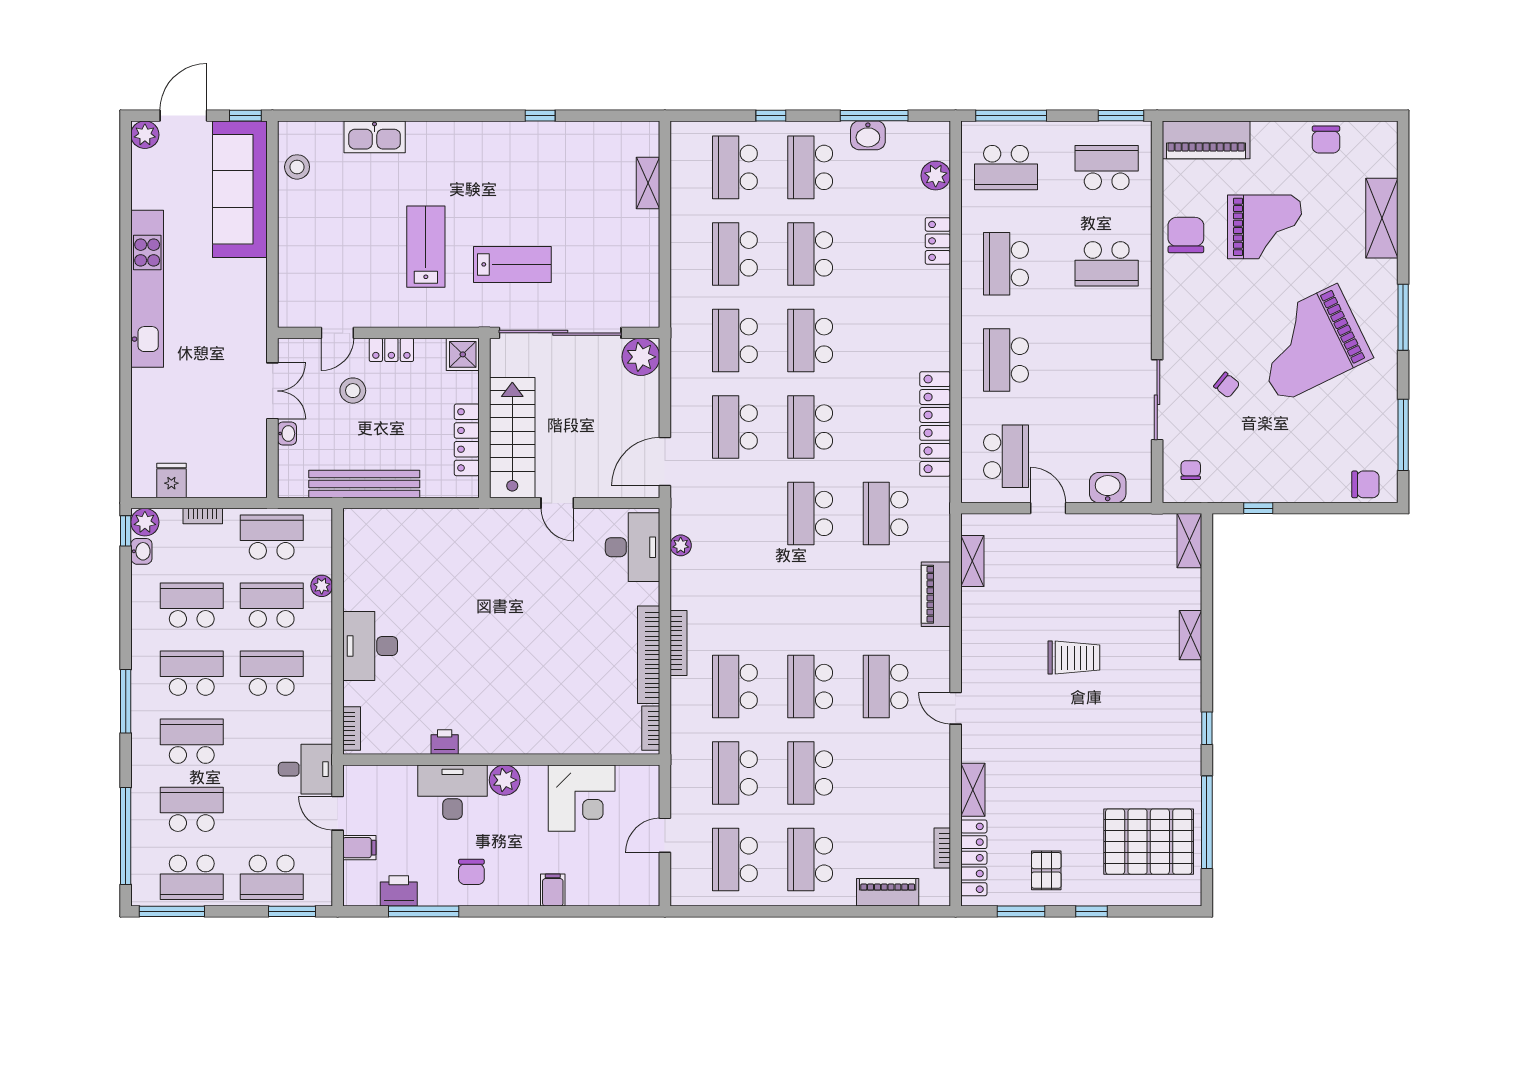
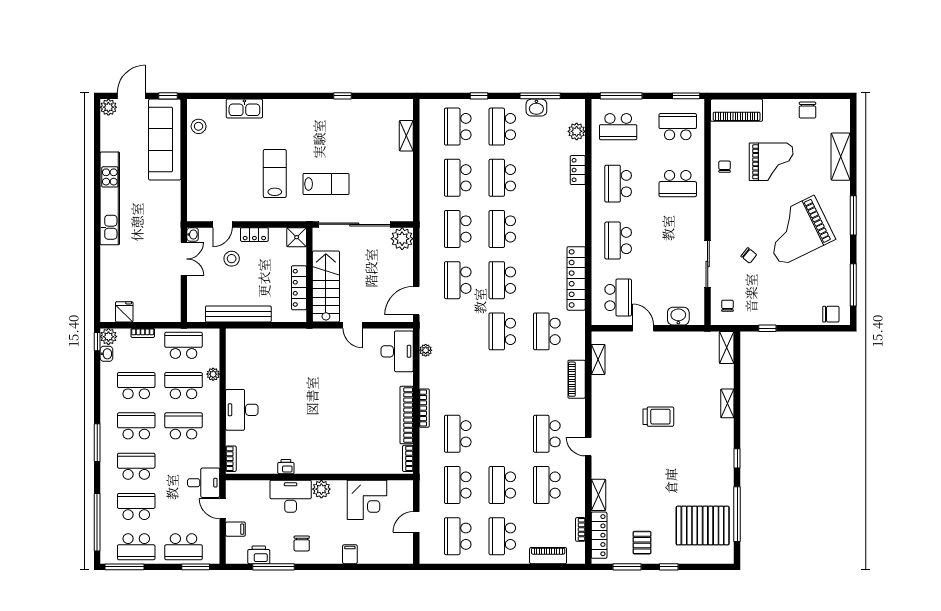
chair: (1186, 235) -> (725, 167), width x0.54, depth x0.54
washbasin: (287, 433) -> (193, 234), moved
school desk: (810, 686) -> (547, 485), moved

